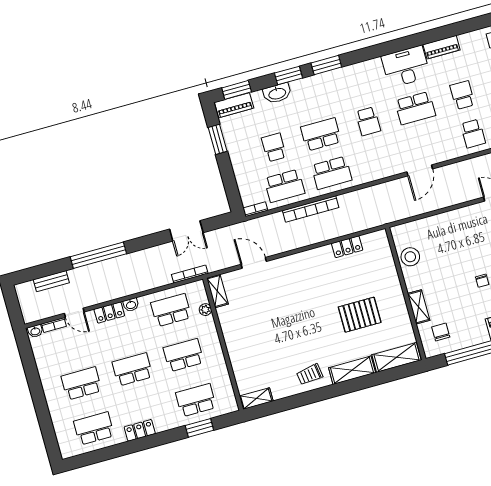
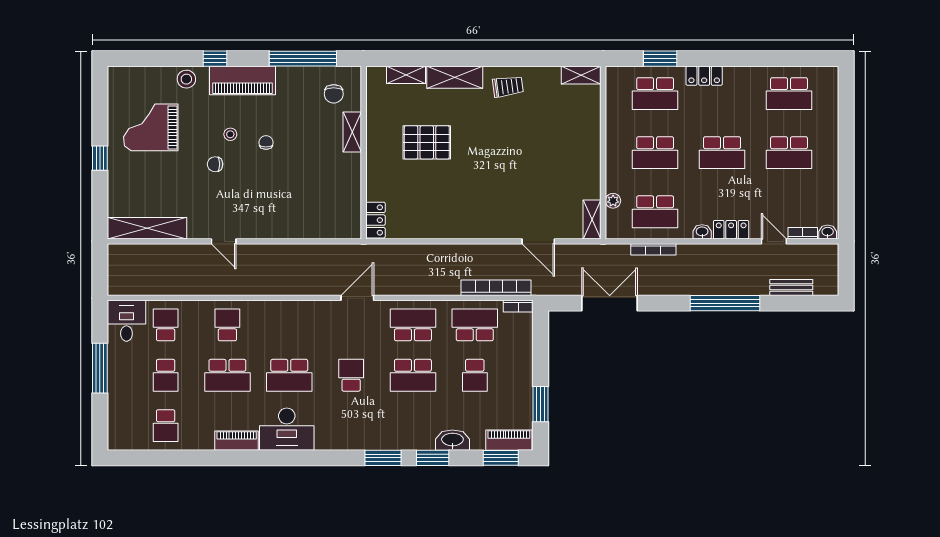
school desk: (462, 95) -> (227, 375), width x1.85
school desk: (415, 108) -> (289, 375), turned 180
door: (420, 170) -> (357, 298), moved
bookcase: (311, 209) -> (496, 288), moved
double door: (186, 231) -> (610, 303), width x1.37
locker: (347, 247) -> (375, 220), moved, turned 90
stool: (410, 257) -> (345, 196), removed
bookcase: (190, 274) -> (653, 249), moved
shelving: (397, 357) -> (406, 75), width x0.67, depth x0.75
locker: (140, 430) -> (704, 76), moved

